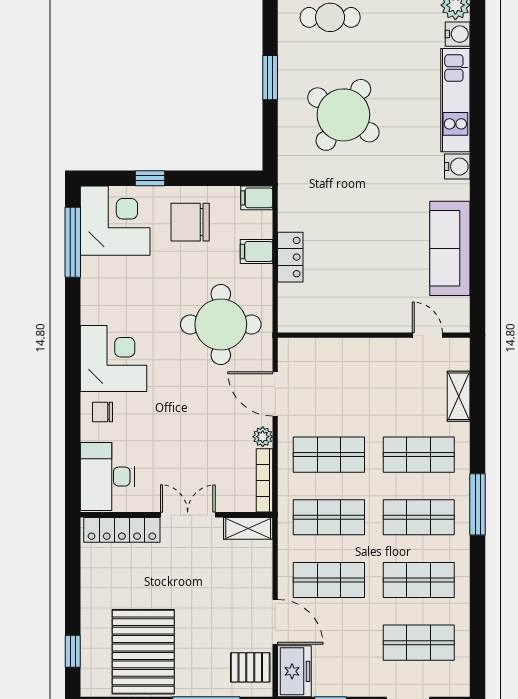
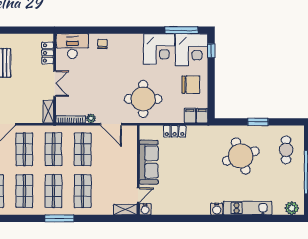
water cooler: (458, 34) -> (145, 209), moved
round table: (343, 115) -> (241, 156), turned 37
window: (150, 178) -> (211, 51), moved
chair: (190, 222) -> (191, 85), turned 90
sofa: (450, 248) -> (149, 162), moved, turned 90
filing cabinet: (257, 251) -> (190, 116), moved
corner desk: (113, 358) -> (159, 49), moved
door: (275, 394) -> (111, 124), swing flipped
shelving: (459, 396) -> (125, 210), moved
locker: (122, 530) -> (48, 53), width x0.66

